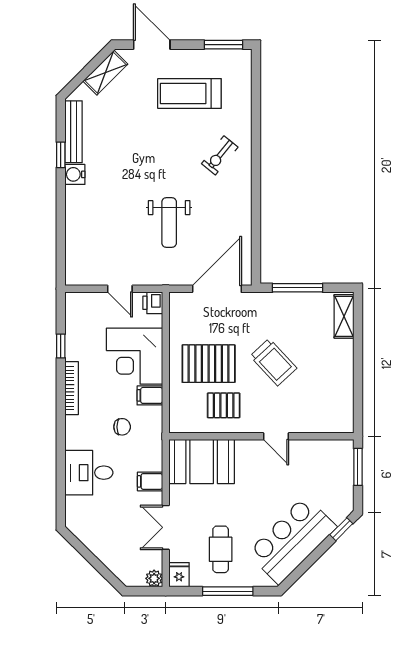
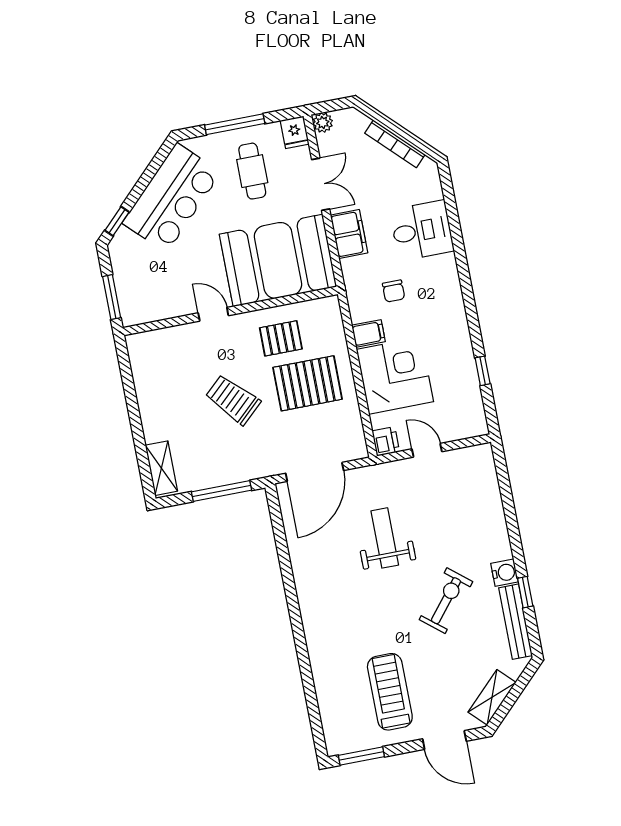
treadmill: (189, 94) -> (390, 692), turned -90
exercise bike: (220, 155) -> (446, 601), moved, width x1.38, depth x1.39
bookcase: (72, 388) -> (395, 144), moved, turned -45
chair: (122, 427) -> (394, 291), turned -90
booth: (202, 461) -> (278, 260), width x1.36, depth x1.42
filing cabinet: (150, 481) -> (349, 234), width x2.00

